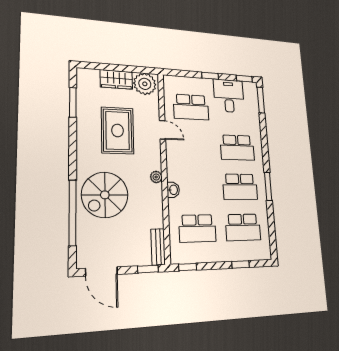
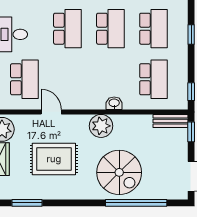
door: (163, 130) -> (51, 112), hinge flipped
plant: (156, 177) -> (101, 126), width x1.88, depth x1.88

